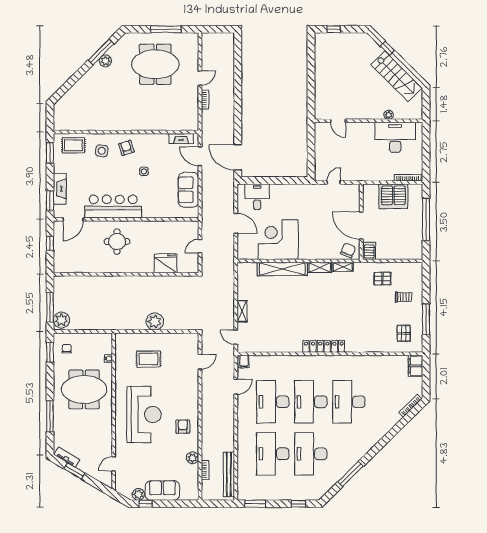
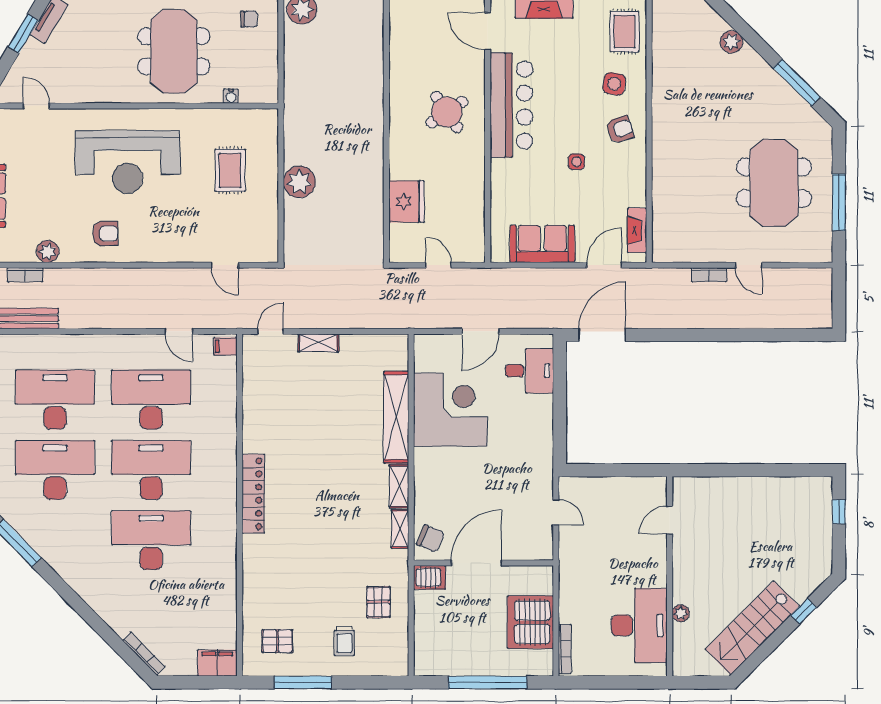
plant: (106, 61) -> (731, 42), moved
round table: (117, 242) -> (447, 112), turned -34

